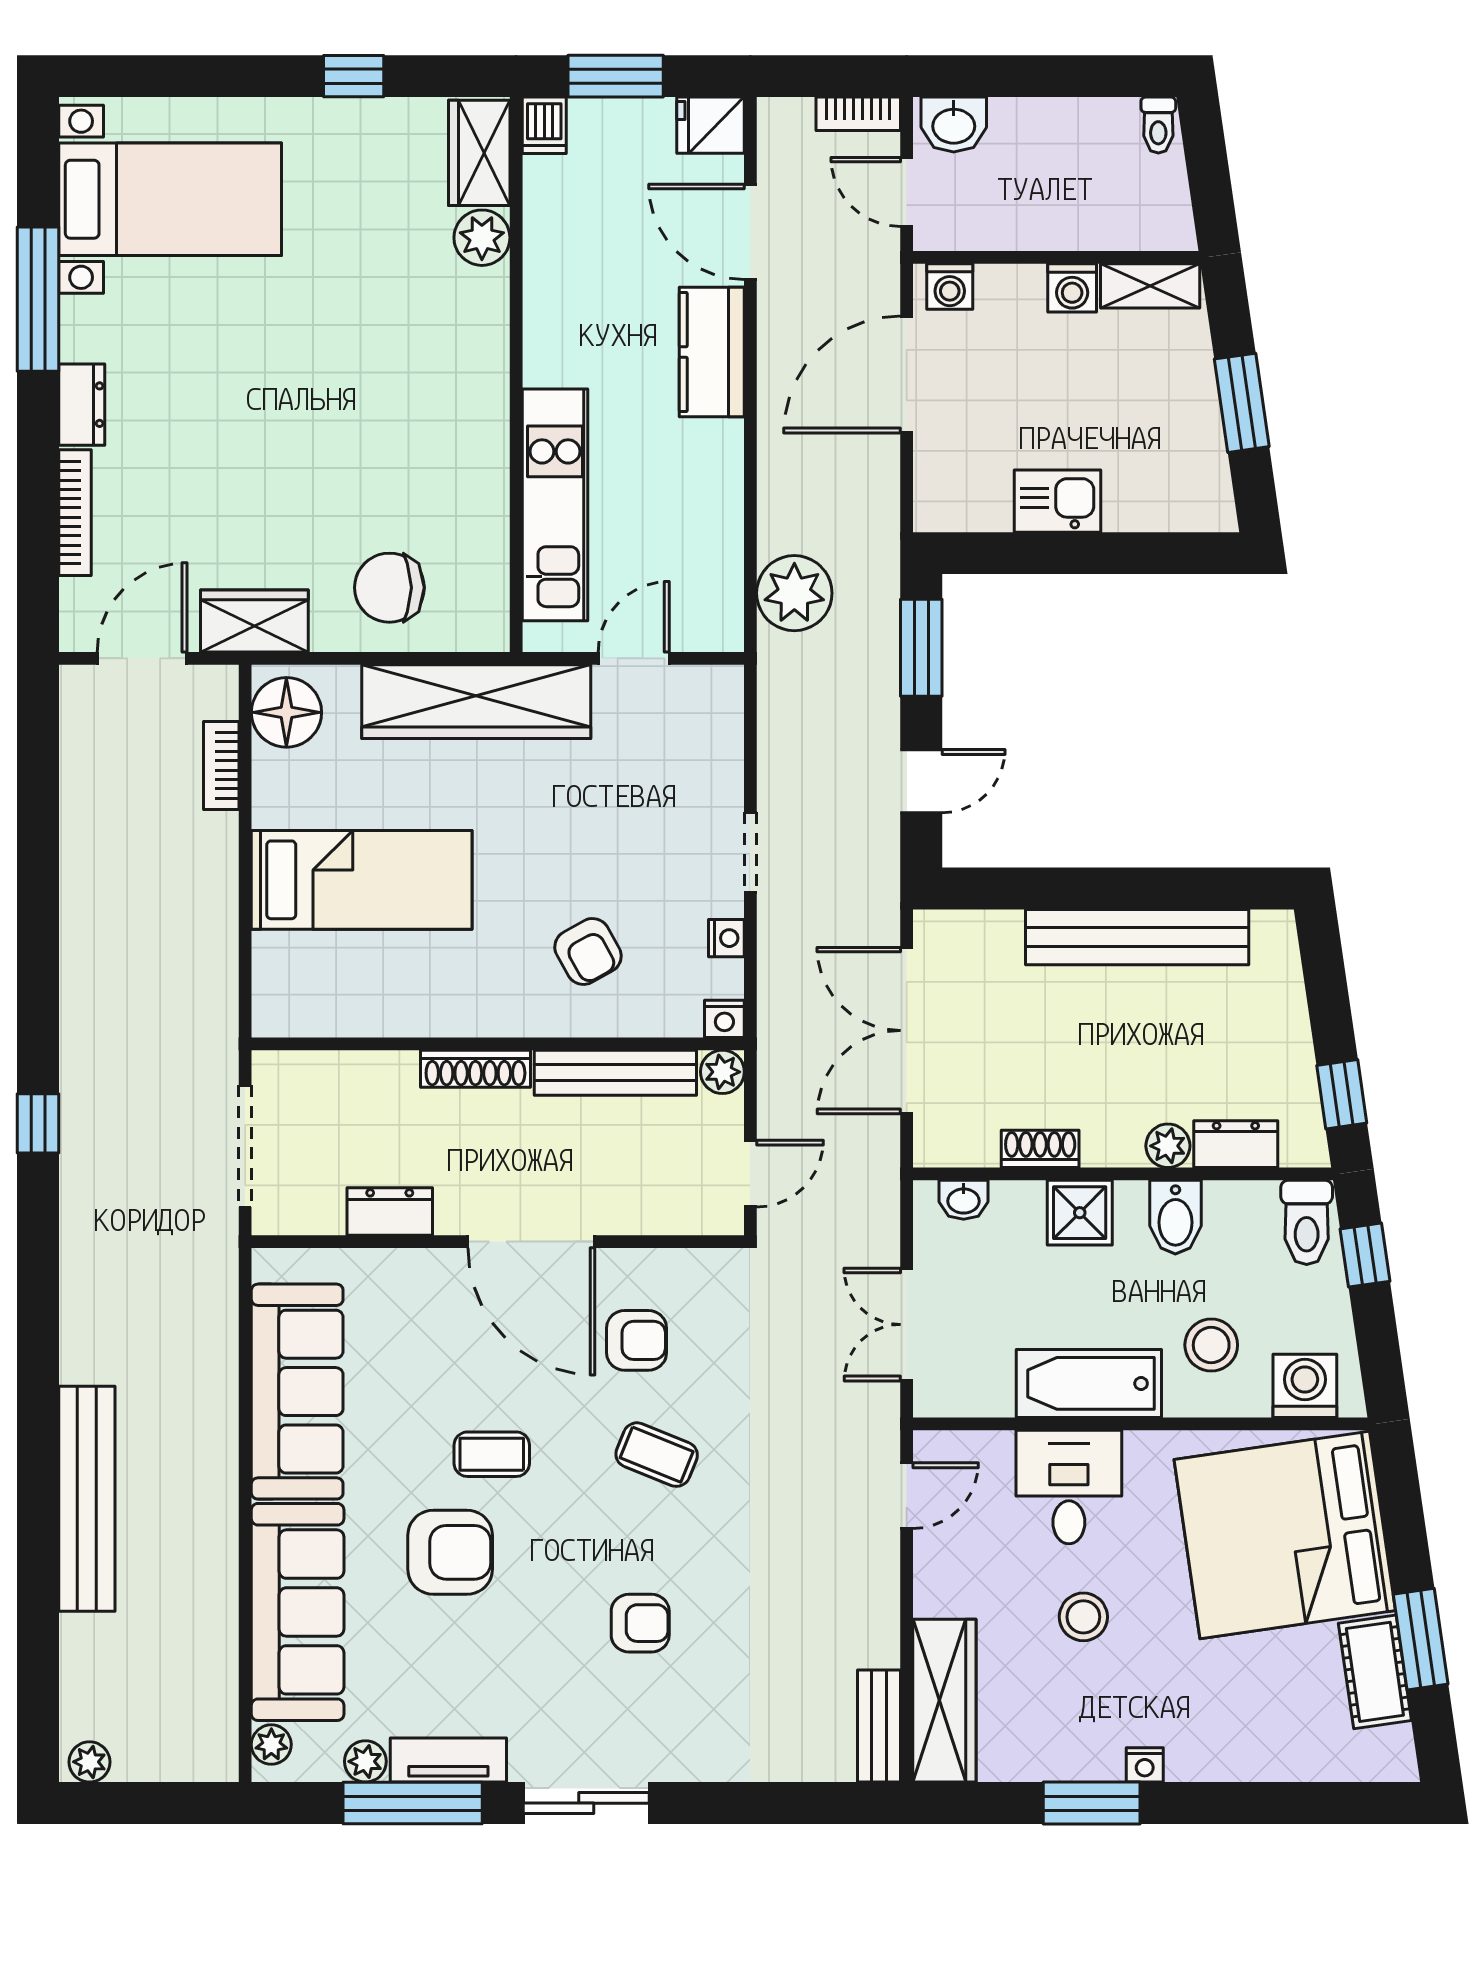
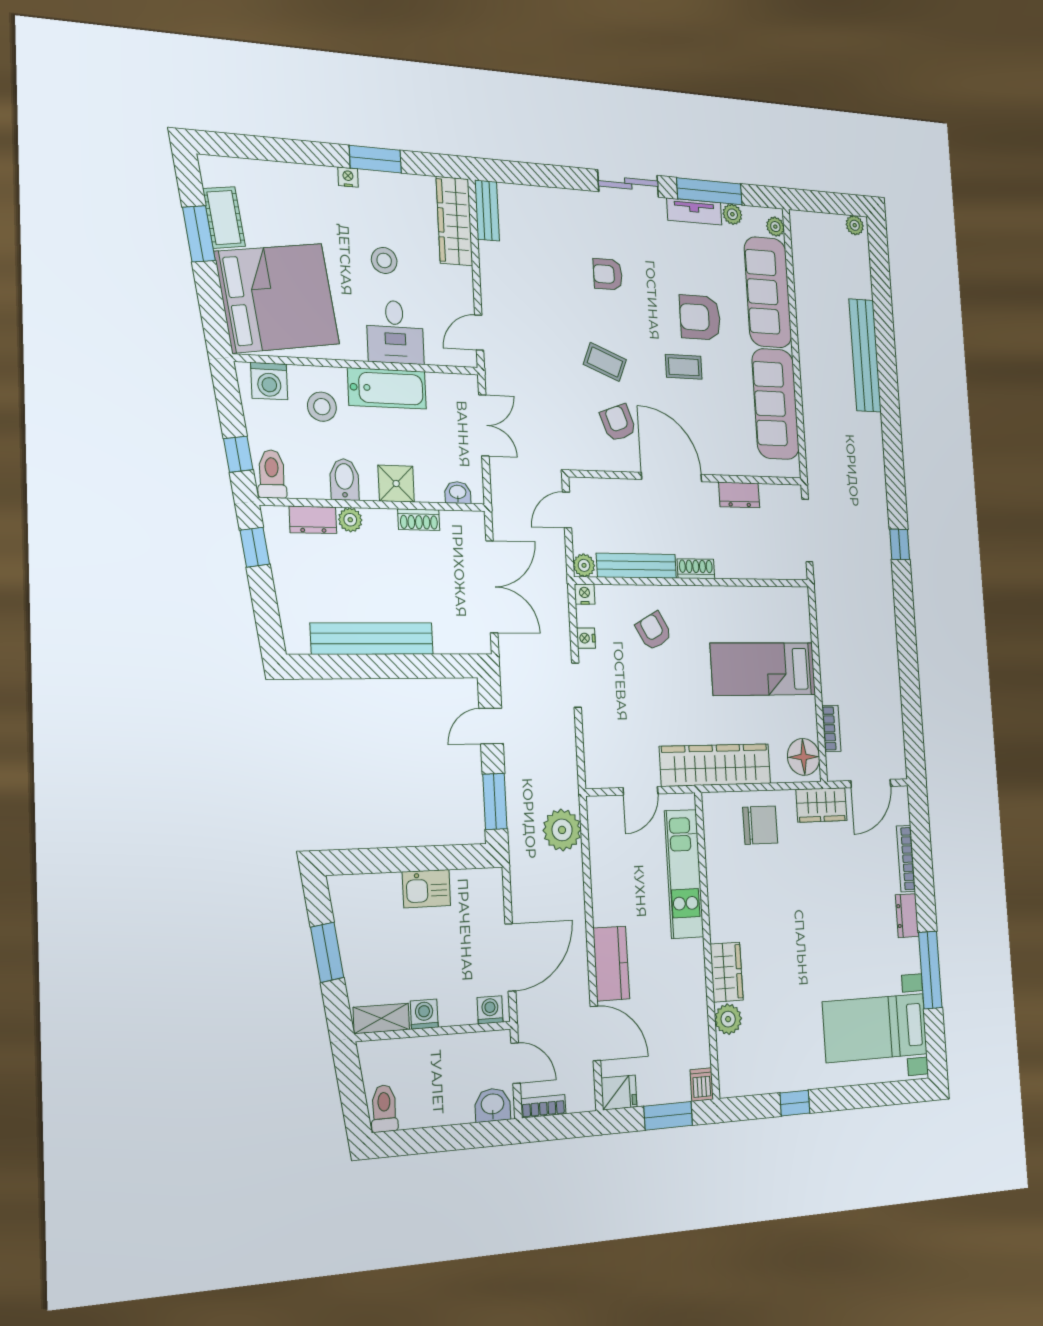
toilet: (1158, 125) -> (384, 1108), width x1.37, depth x1.39
wardrobe: (479, 153) -> (727, 972), moved
shoe rack: (475, 1069) -> (696, 569), width x0.70
armchair: (637, 1340) -> (618, 423), turned 70

